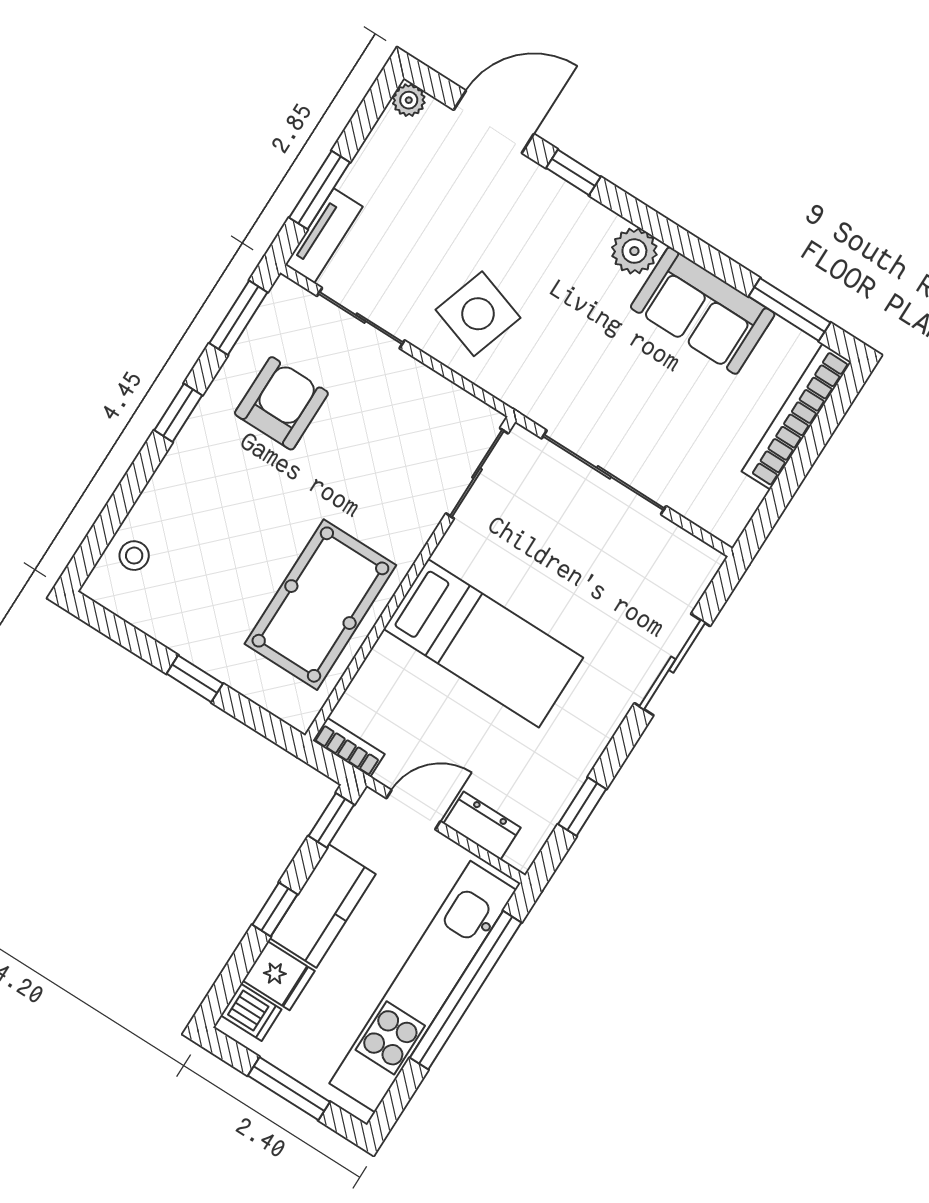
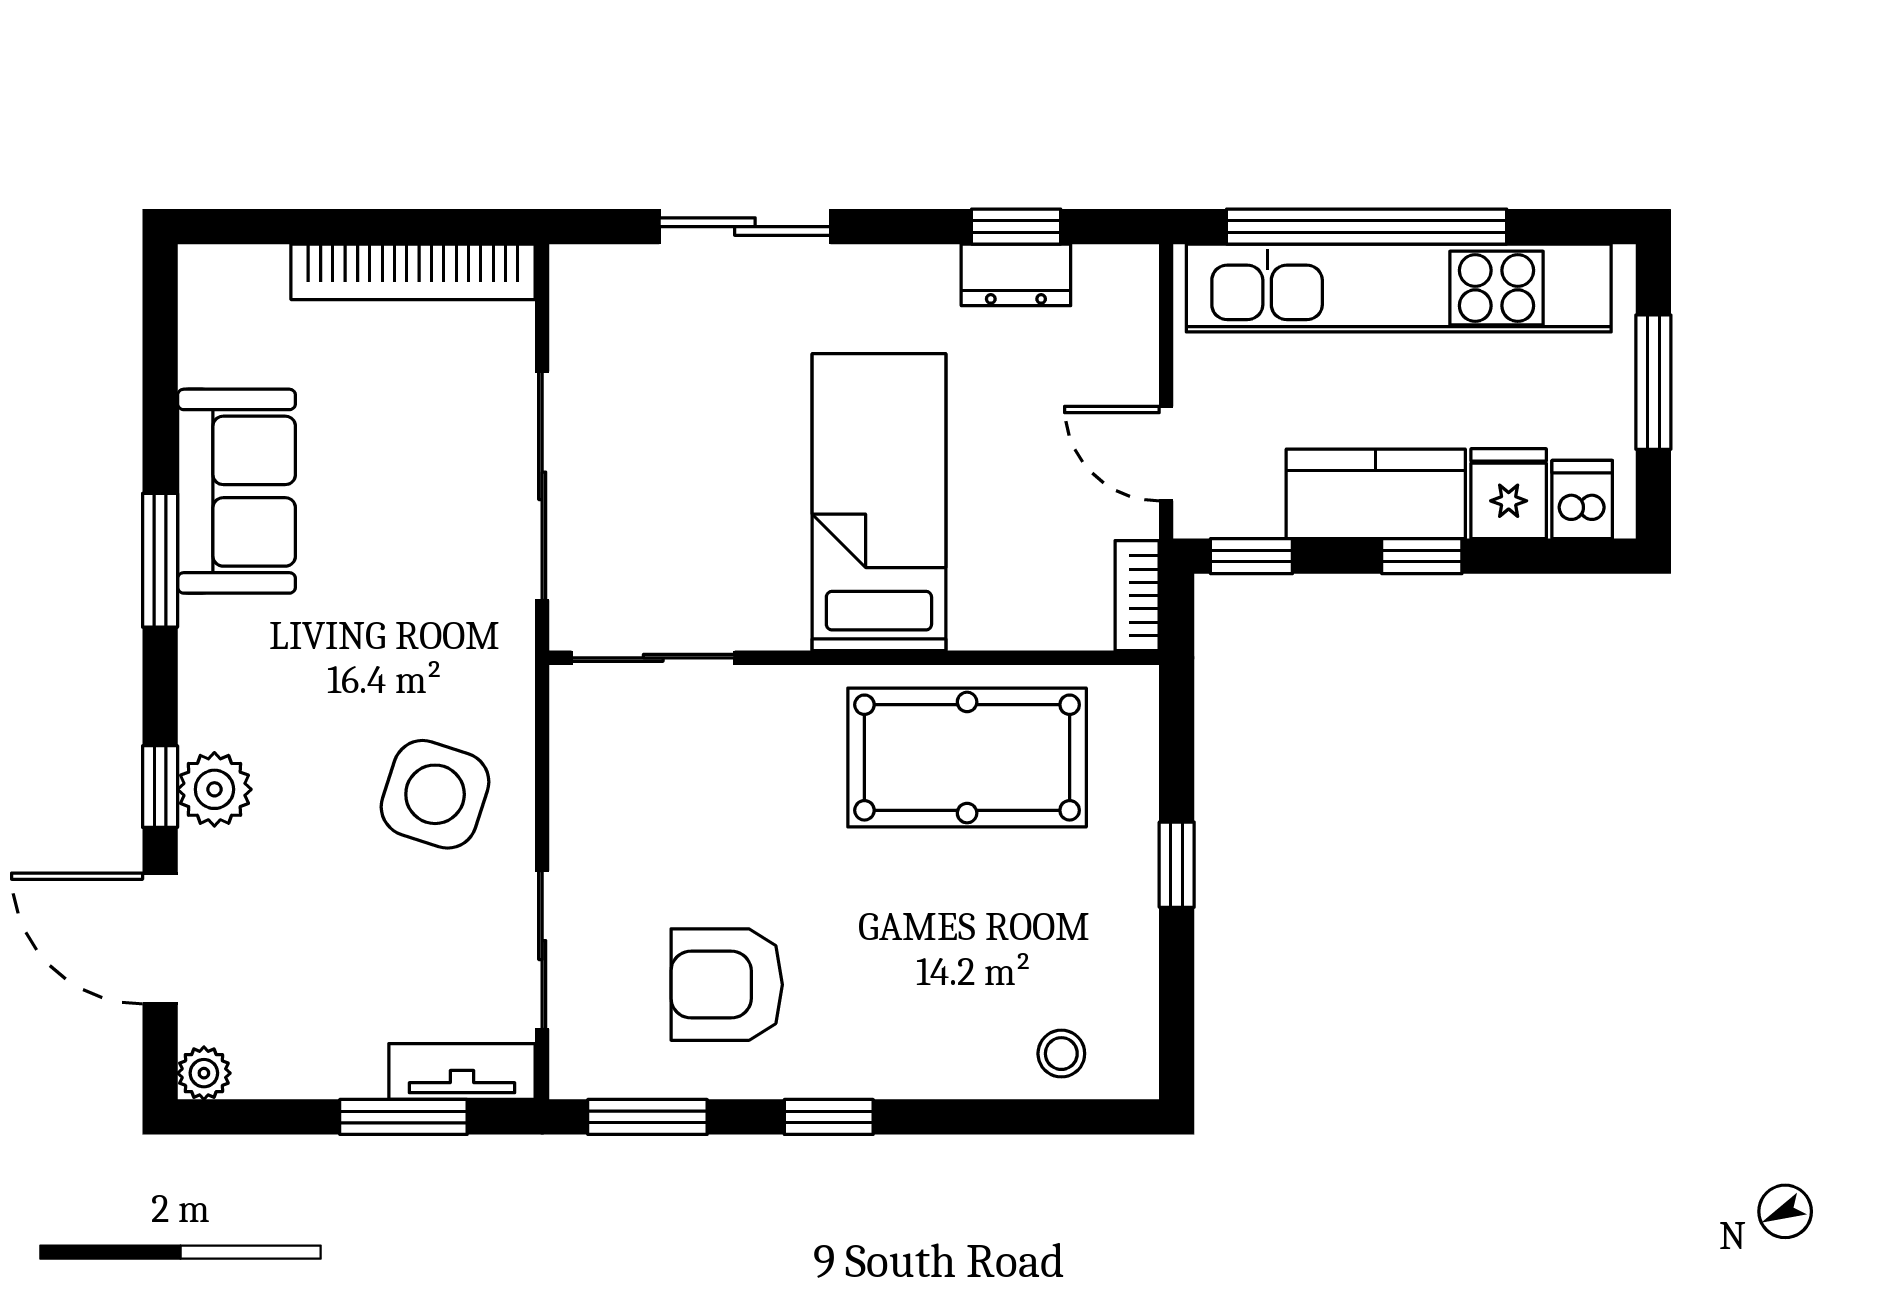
plant: (634, 251) -> (214, 789), moved
window: (789, 309) -> (160, 560), moved
bookcase: (796, 417) -> (413, 272), moved
dresser: (482, 826) -> (1016, 275), moved, turned -90

